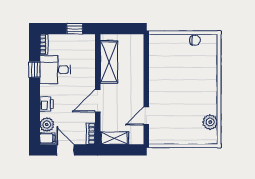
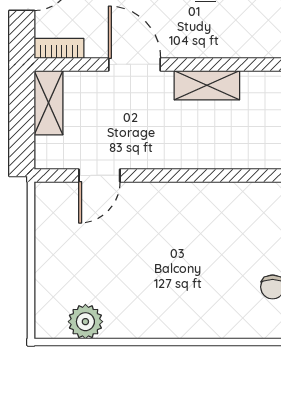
shelving: (109, 62) -> (207, 85), width x0.67, depth x0.75
door: (146, 116) -> (99, 175), swing flipped

